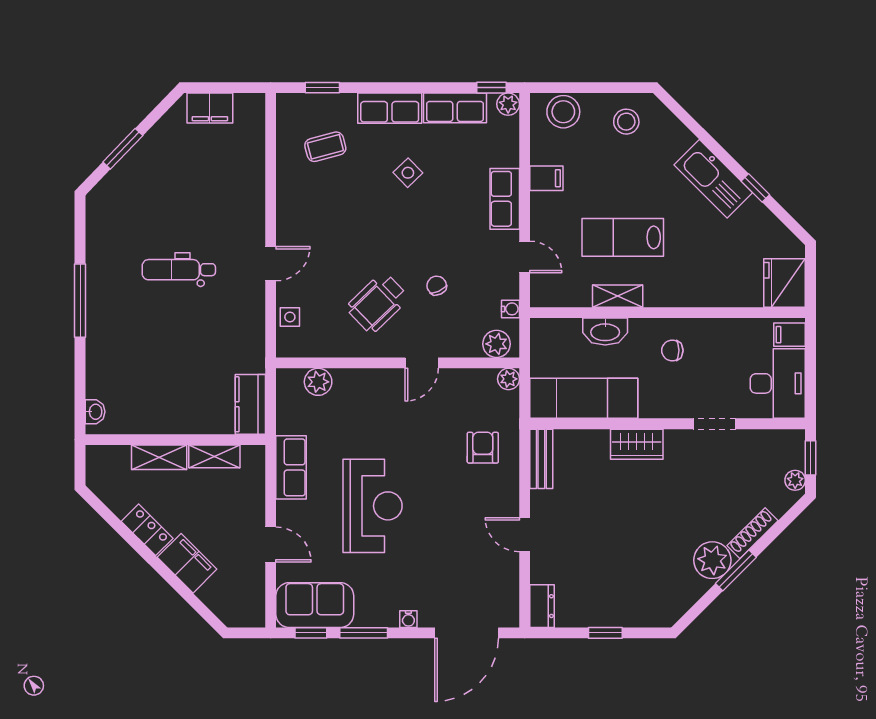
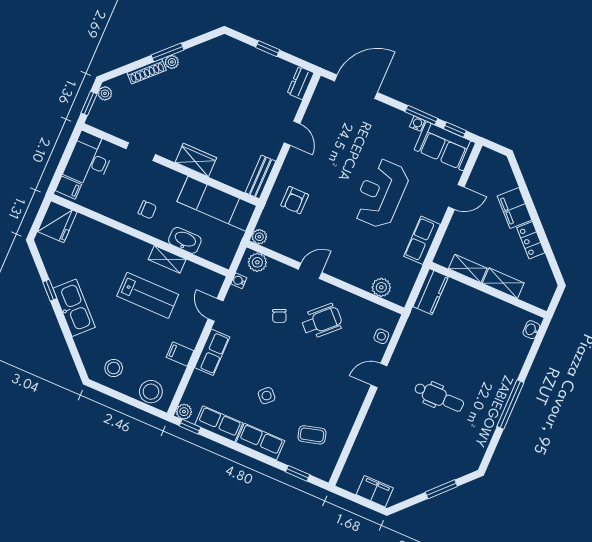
door: (271, 544) -> (456, 197), swing flipped
plant: (712, 560) -> (172, 62), width x0.53, depth x0.53
water cooler: (408, 619) -> (417, 124), moved

